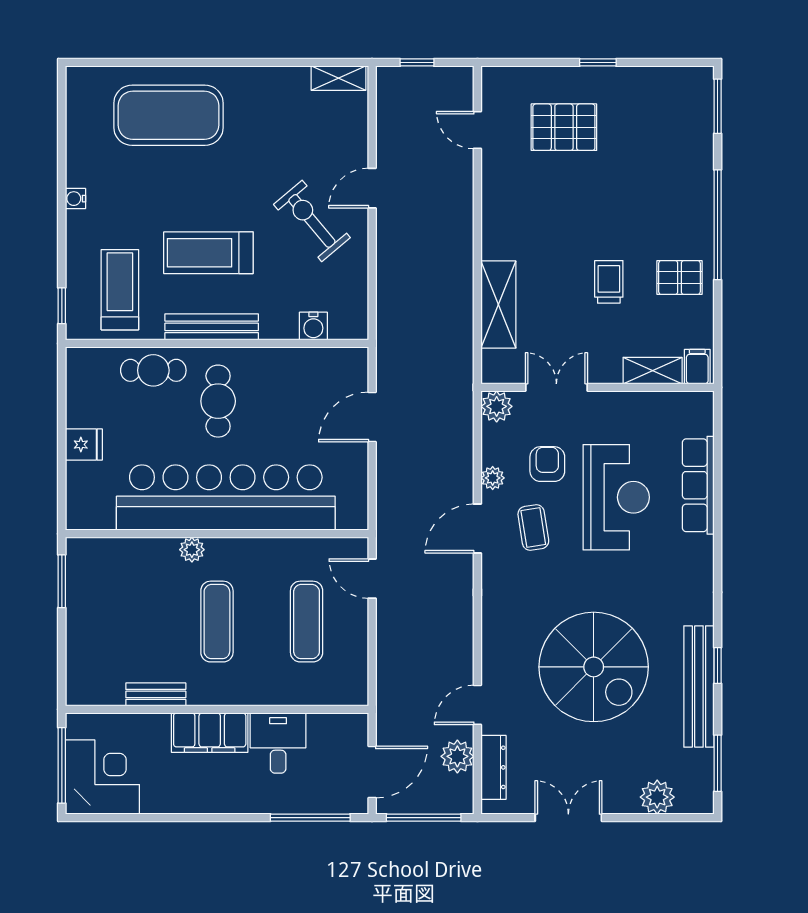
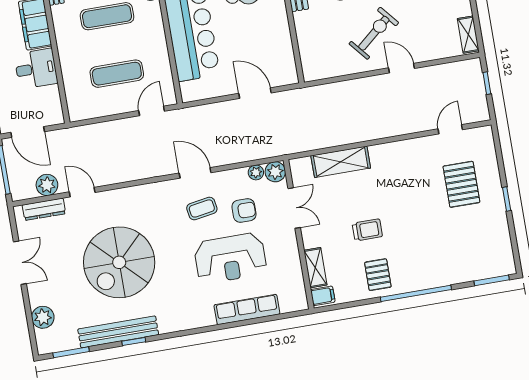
water cooler: (313, 326) -> (307, 46), removed
plant: (493, 478) -> (256, 172), moved

